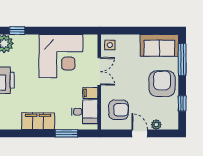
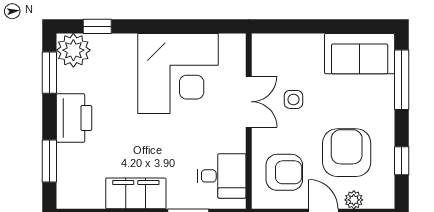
side table: (110, 45) -> (293, 99), moved
armchair: (162, 84) -> (347, 153), moved
filing cabinet: (90, 93) -> (232, 141), removed

